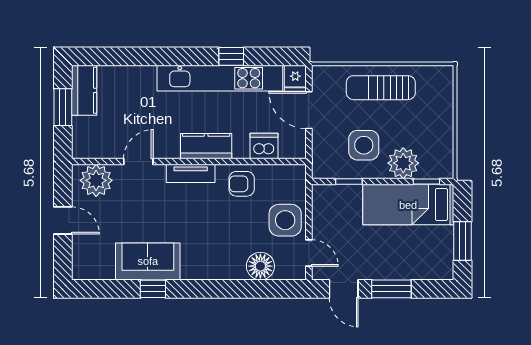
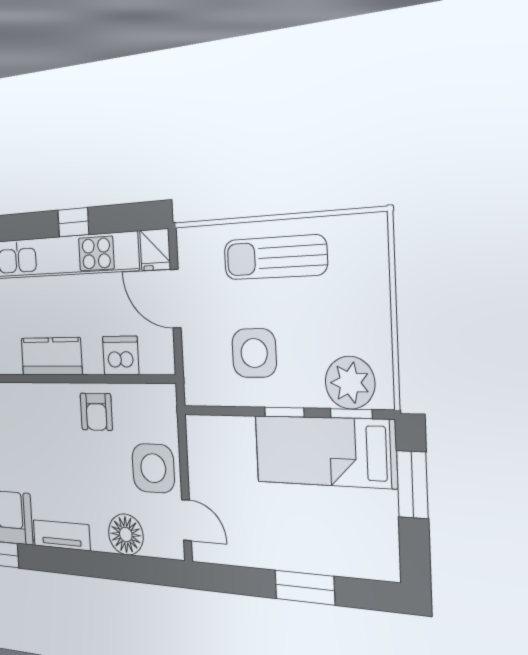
plant: (403, 163) -> (350, 383), moved
tv unit: (191, 173) -> (61, 535), moved, turned 180
window: (349, 181) -> (284, 412), moved
armchair: (242, 184) -> (96, 412), turned -90
window: (463, 241) -> (412, 485), moved
door: (344, 289) -> (236, 580), removed

